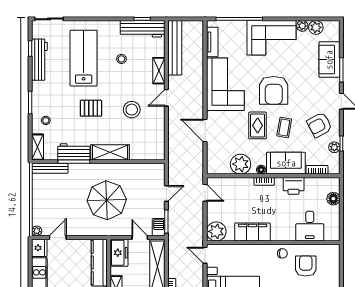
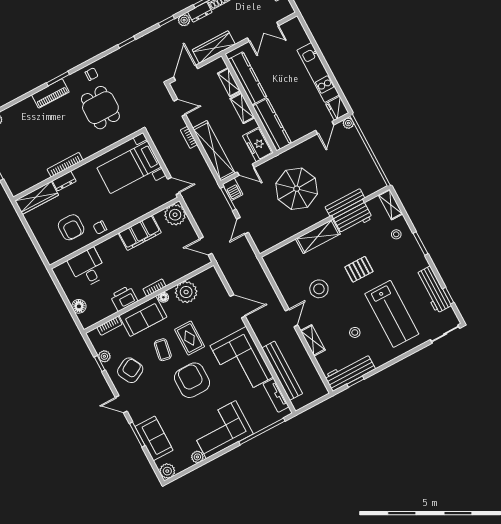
plant: (316, 27) -> (167, 471), moved
bench: (175, 48) -> (282, 371), moved
bench: (50, 168) -> (345, 203), moved

